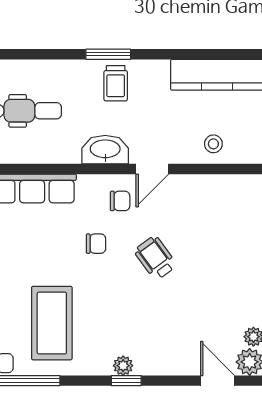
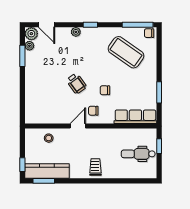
window: (108, 54) -> (44, 181), moved
washbasin: (105, 150) -> (100, 135), removed
coffee table: (52, 323) -> (126, 52), turned -55
plant: (123, 366) -> (76, 32), moved

